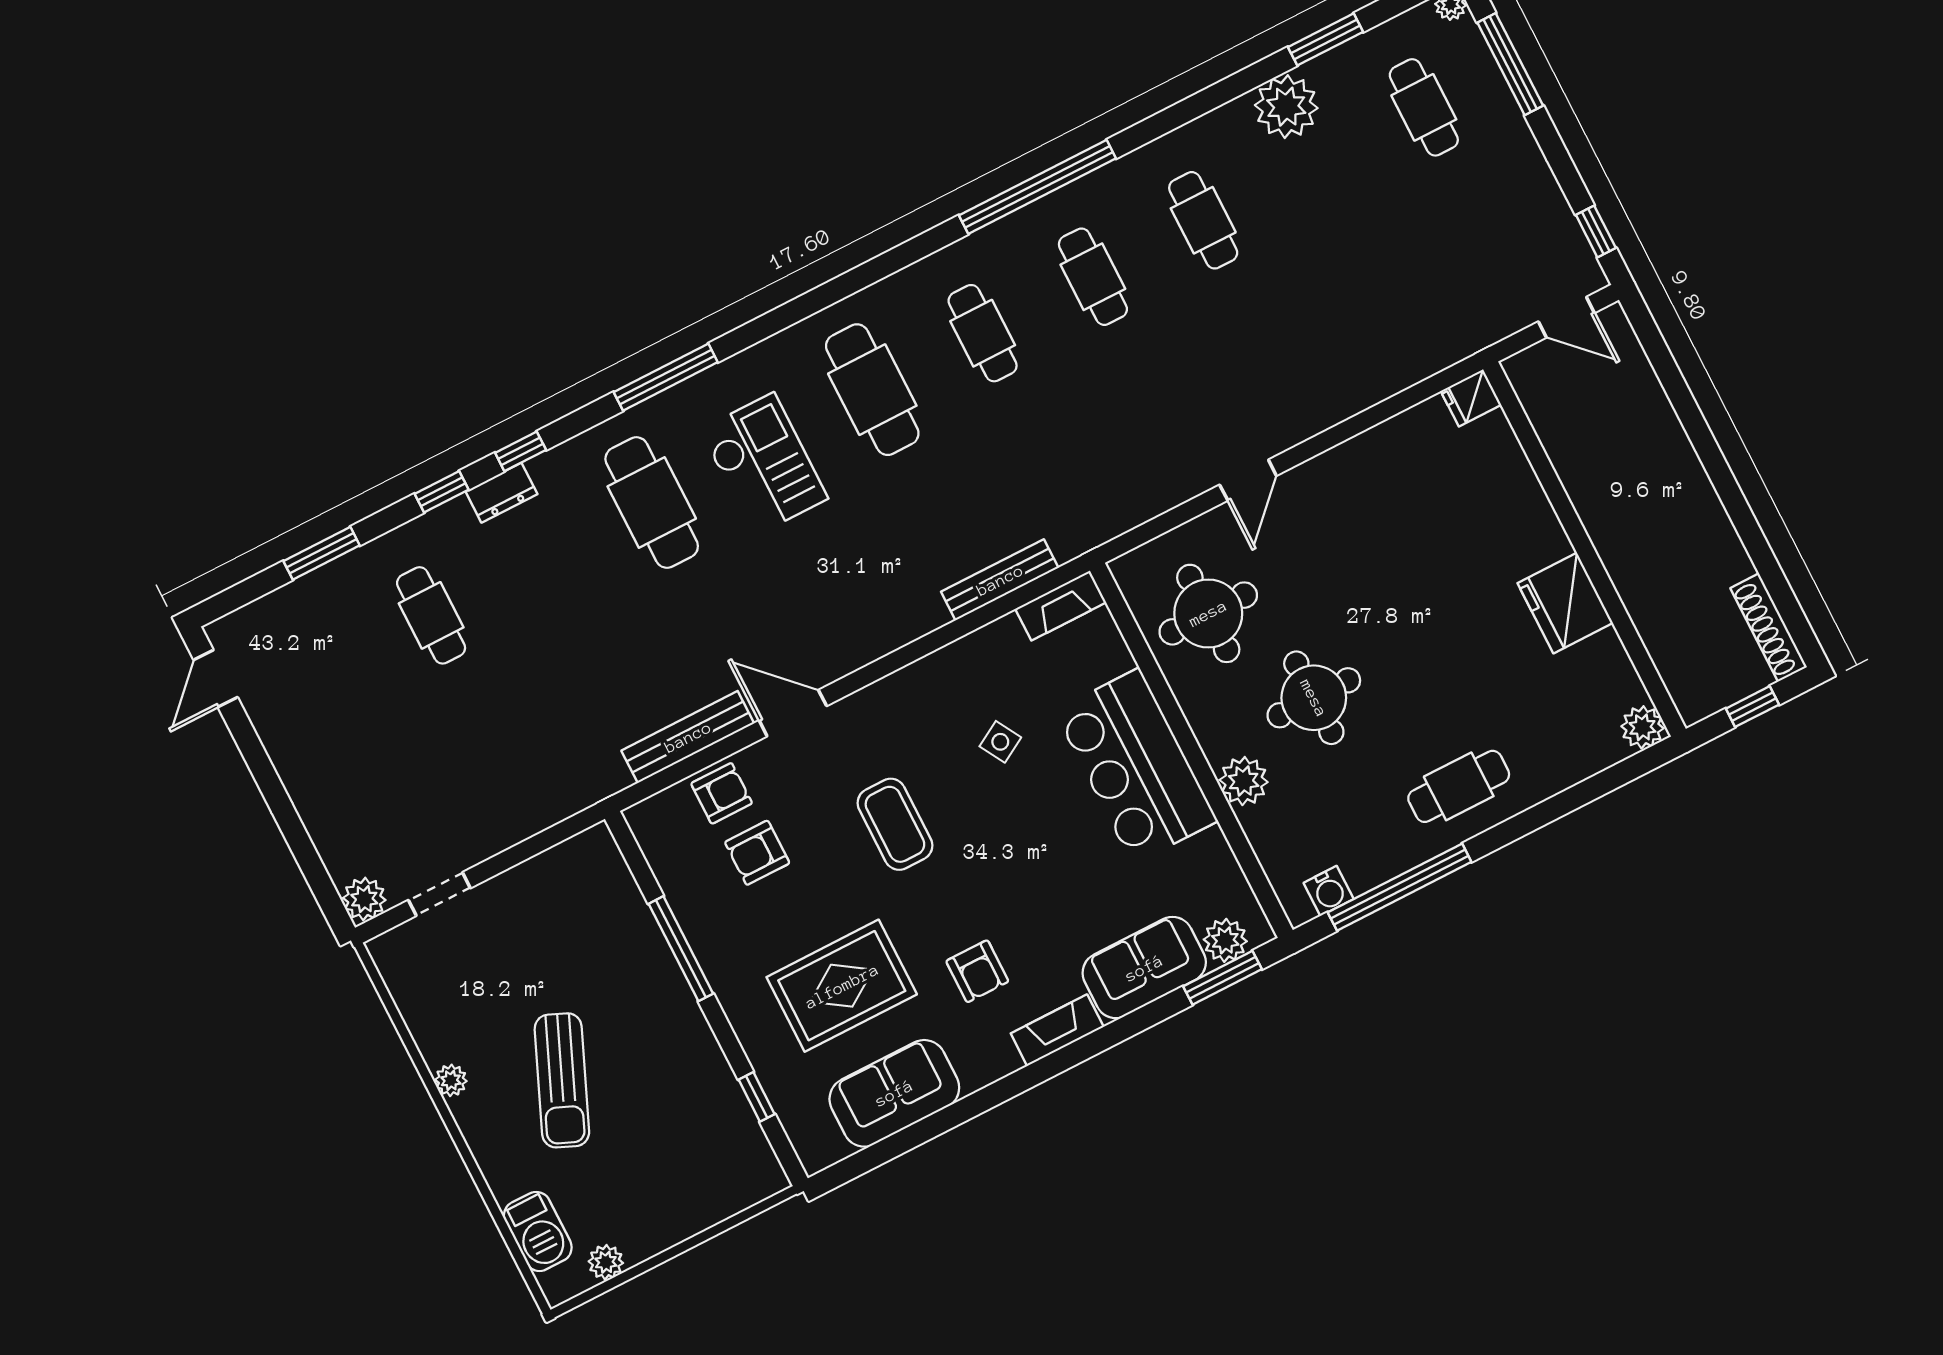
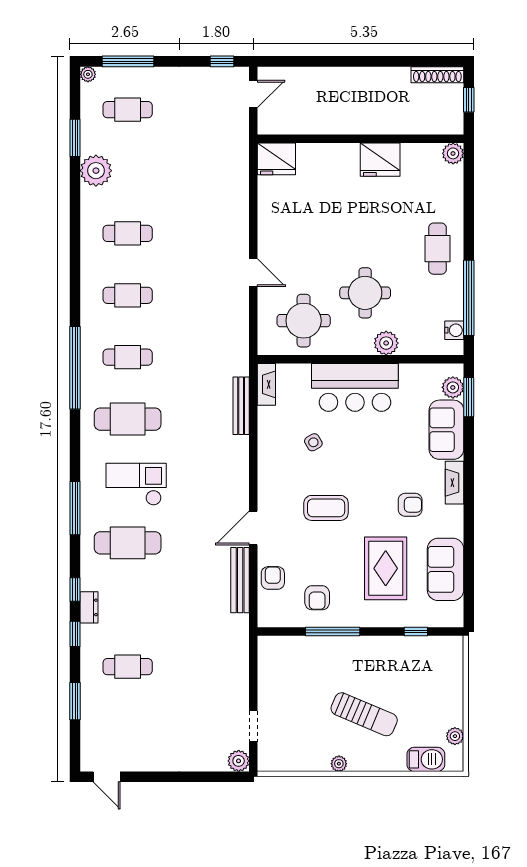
window: (1037, 187) -> (75, 368), moved
fridge: (1471, 398) -> (276, 159), width x1.88, depth x1.34
armchair: (757, 853) -> (317, 598), moved

